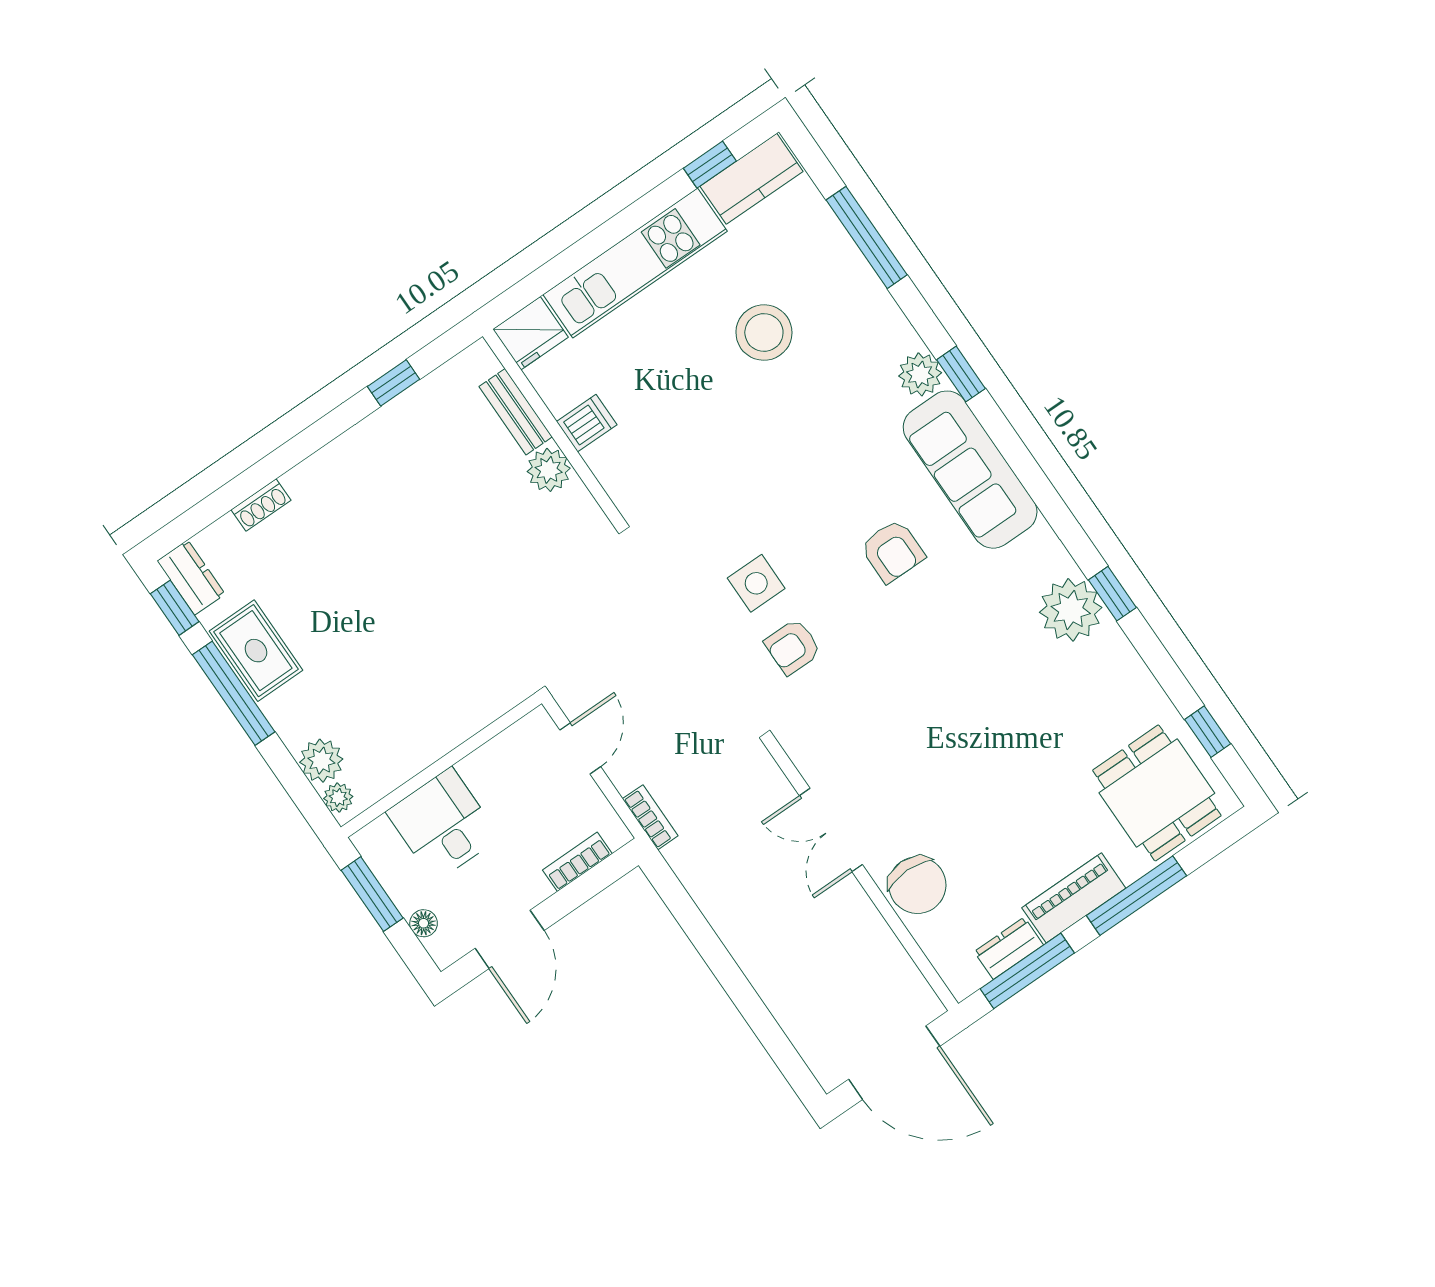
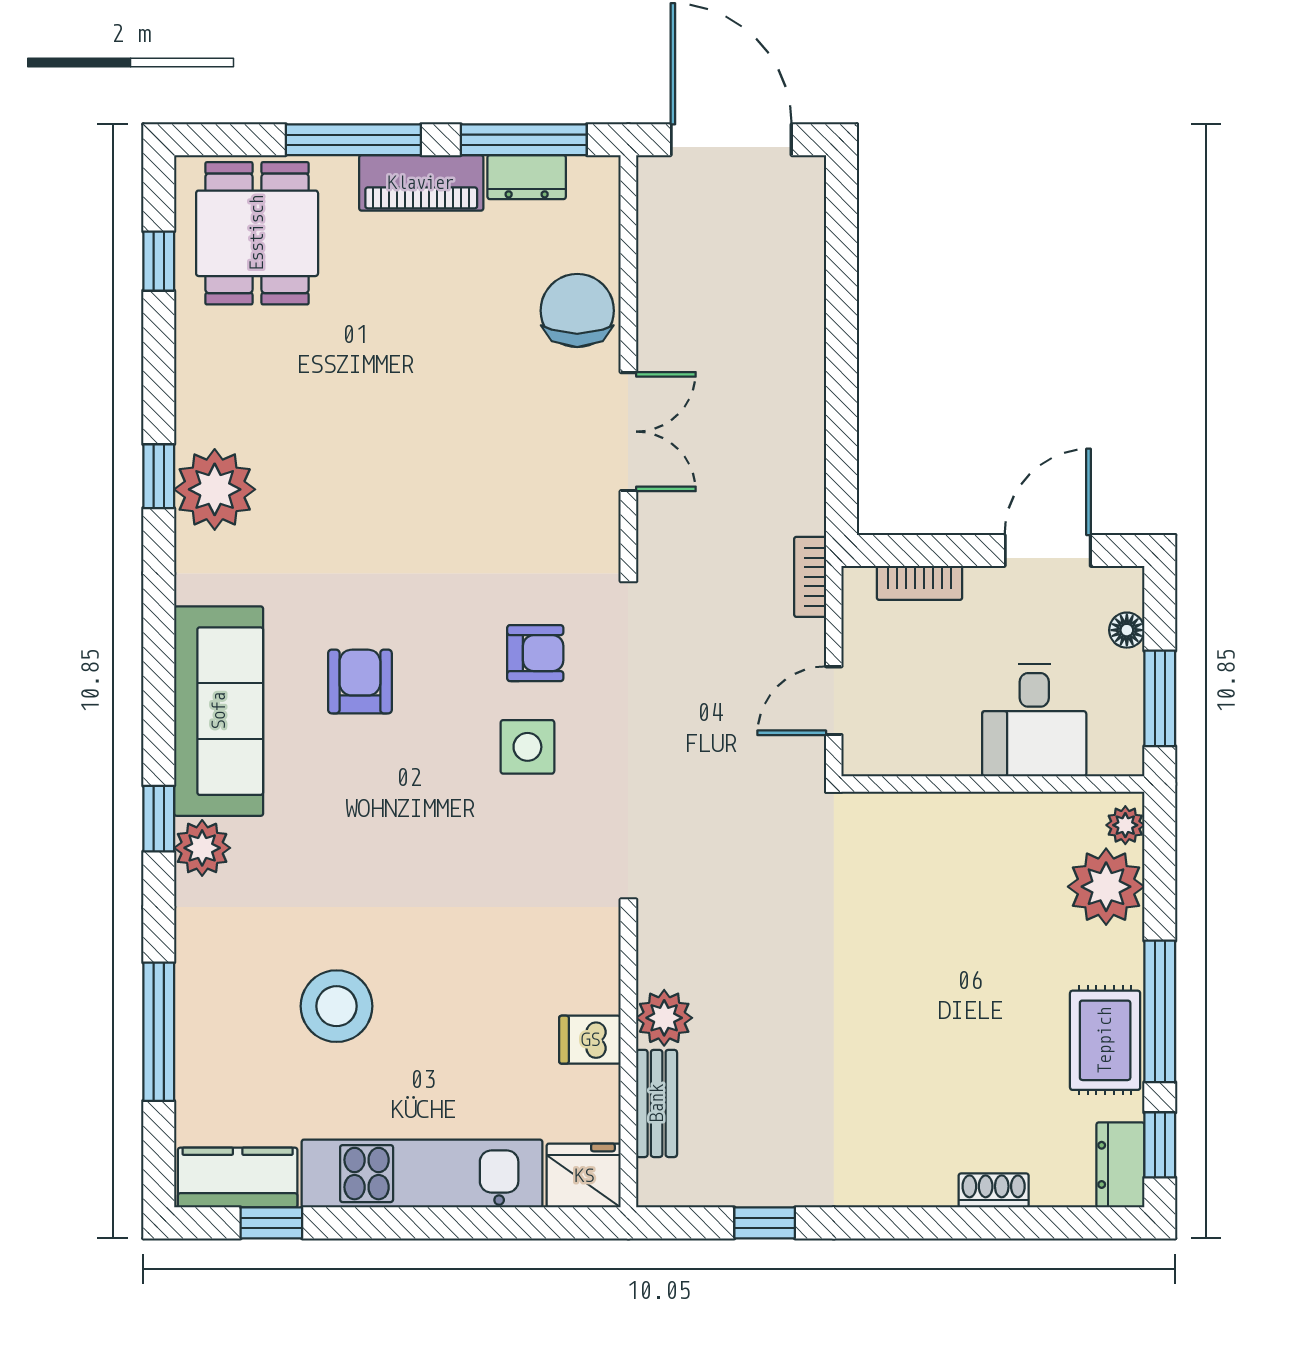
plant: (321, 761) -> (1106, 887), width x1.36, depth x1.36

